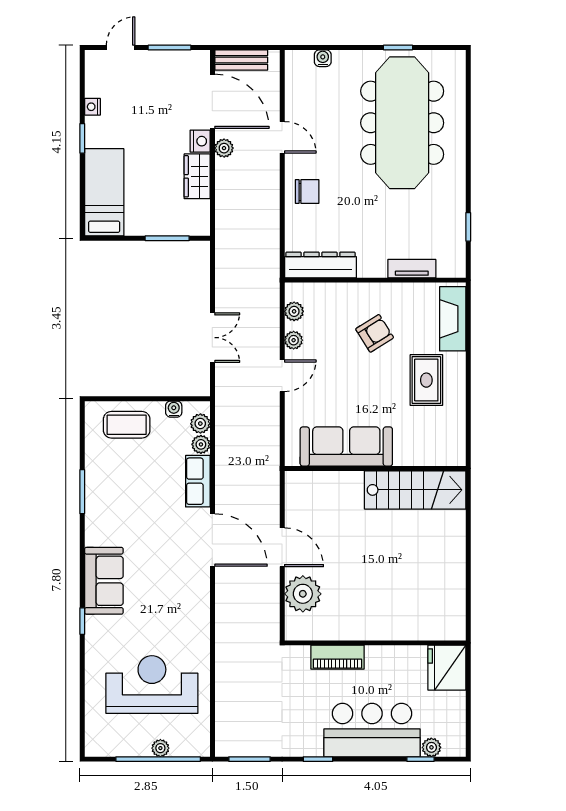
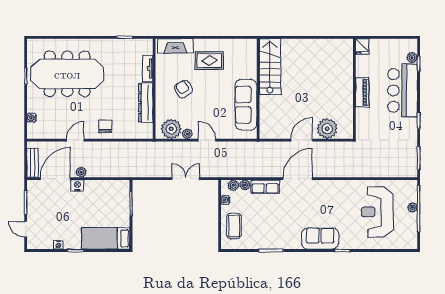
wardrobe: (197, 176) -> (97, 187), removed
dresser: (320, 265) -> (146, 103), moved
plant: (294, 311) -> (171, 129), width x1.88, depth x1.88
piano: (338, 657) -> (362, 92), moved
fridge: (447, 668) -> (362, 46), width x0.53, depth x0.75

